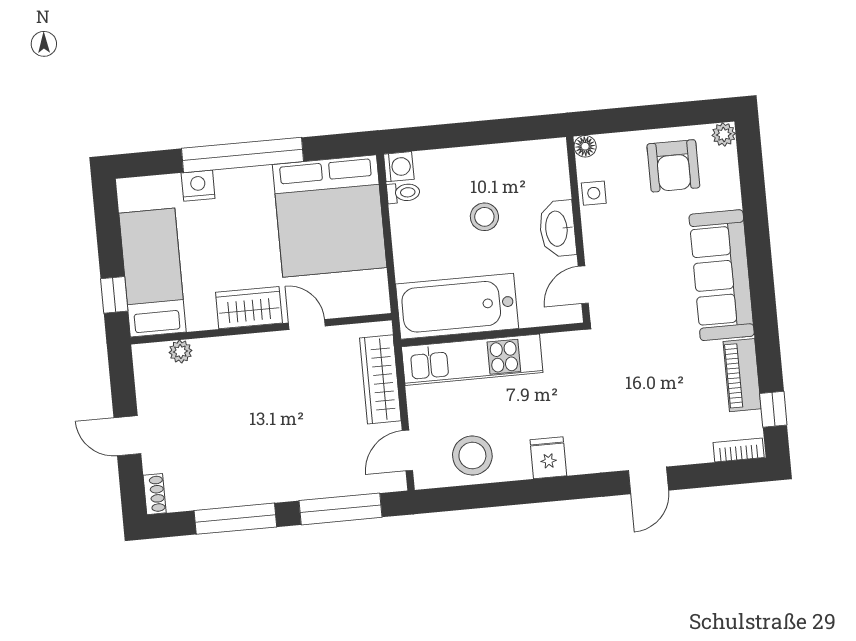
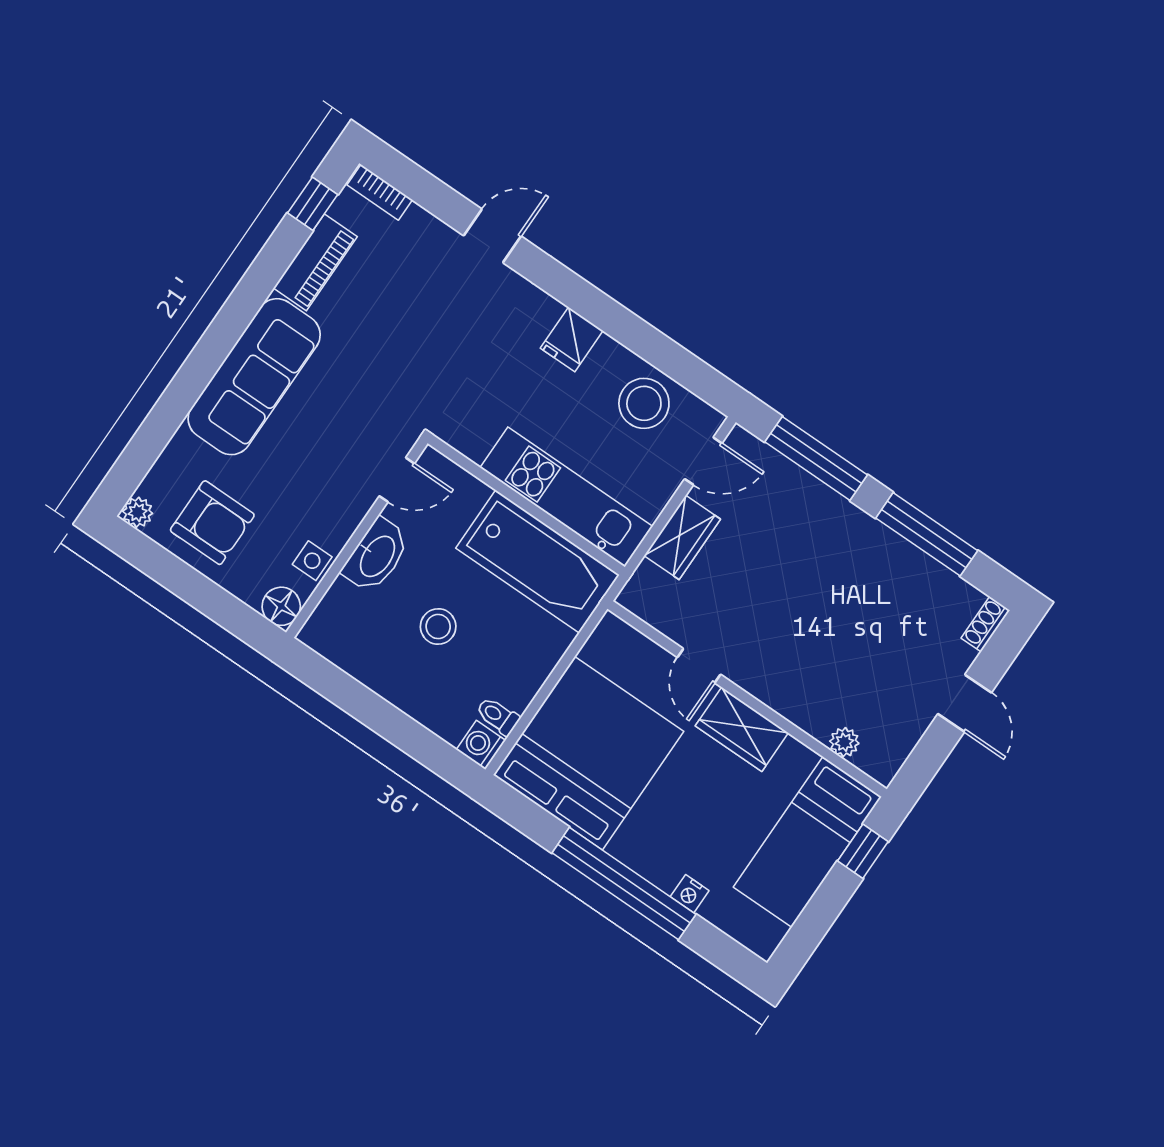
floor lamp: (585, 146) -> (281, 606), width x1.37, depth x1.37
armchair: (673, 166) -> (212, 523), turned 90
nightstand: (198, 186) -> (690, 894), width x0.72, depth x0.74
wardrobe: (380, 379) -> (682, 537), width x0.67

